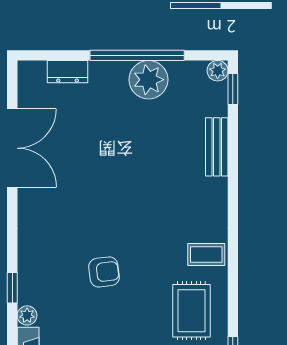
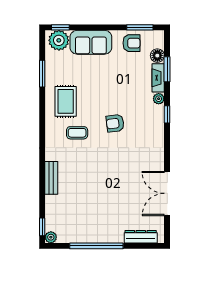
dresser: (68, 72) -> (141, 237), width x1.44
plant: (148, 80) -> (90, 232), removed
bench: (217, 147) -> (51, 178), moved
coffee table: (206, 254) -> (77, 133), moved

